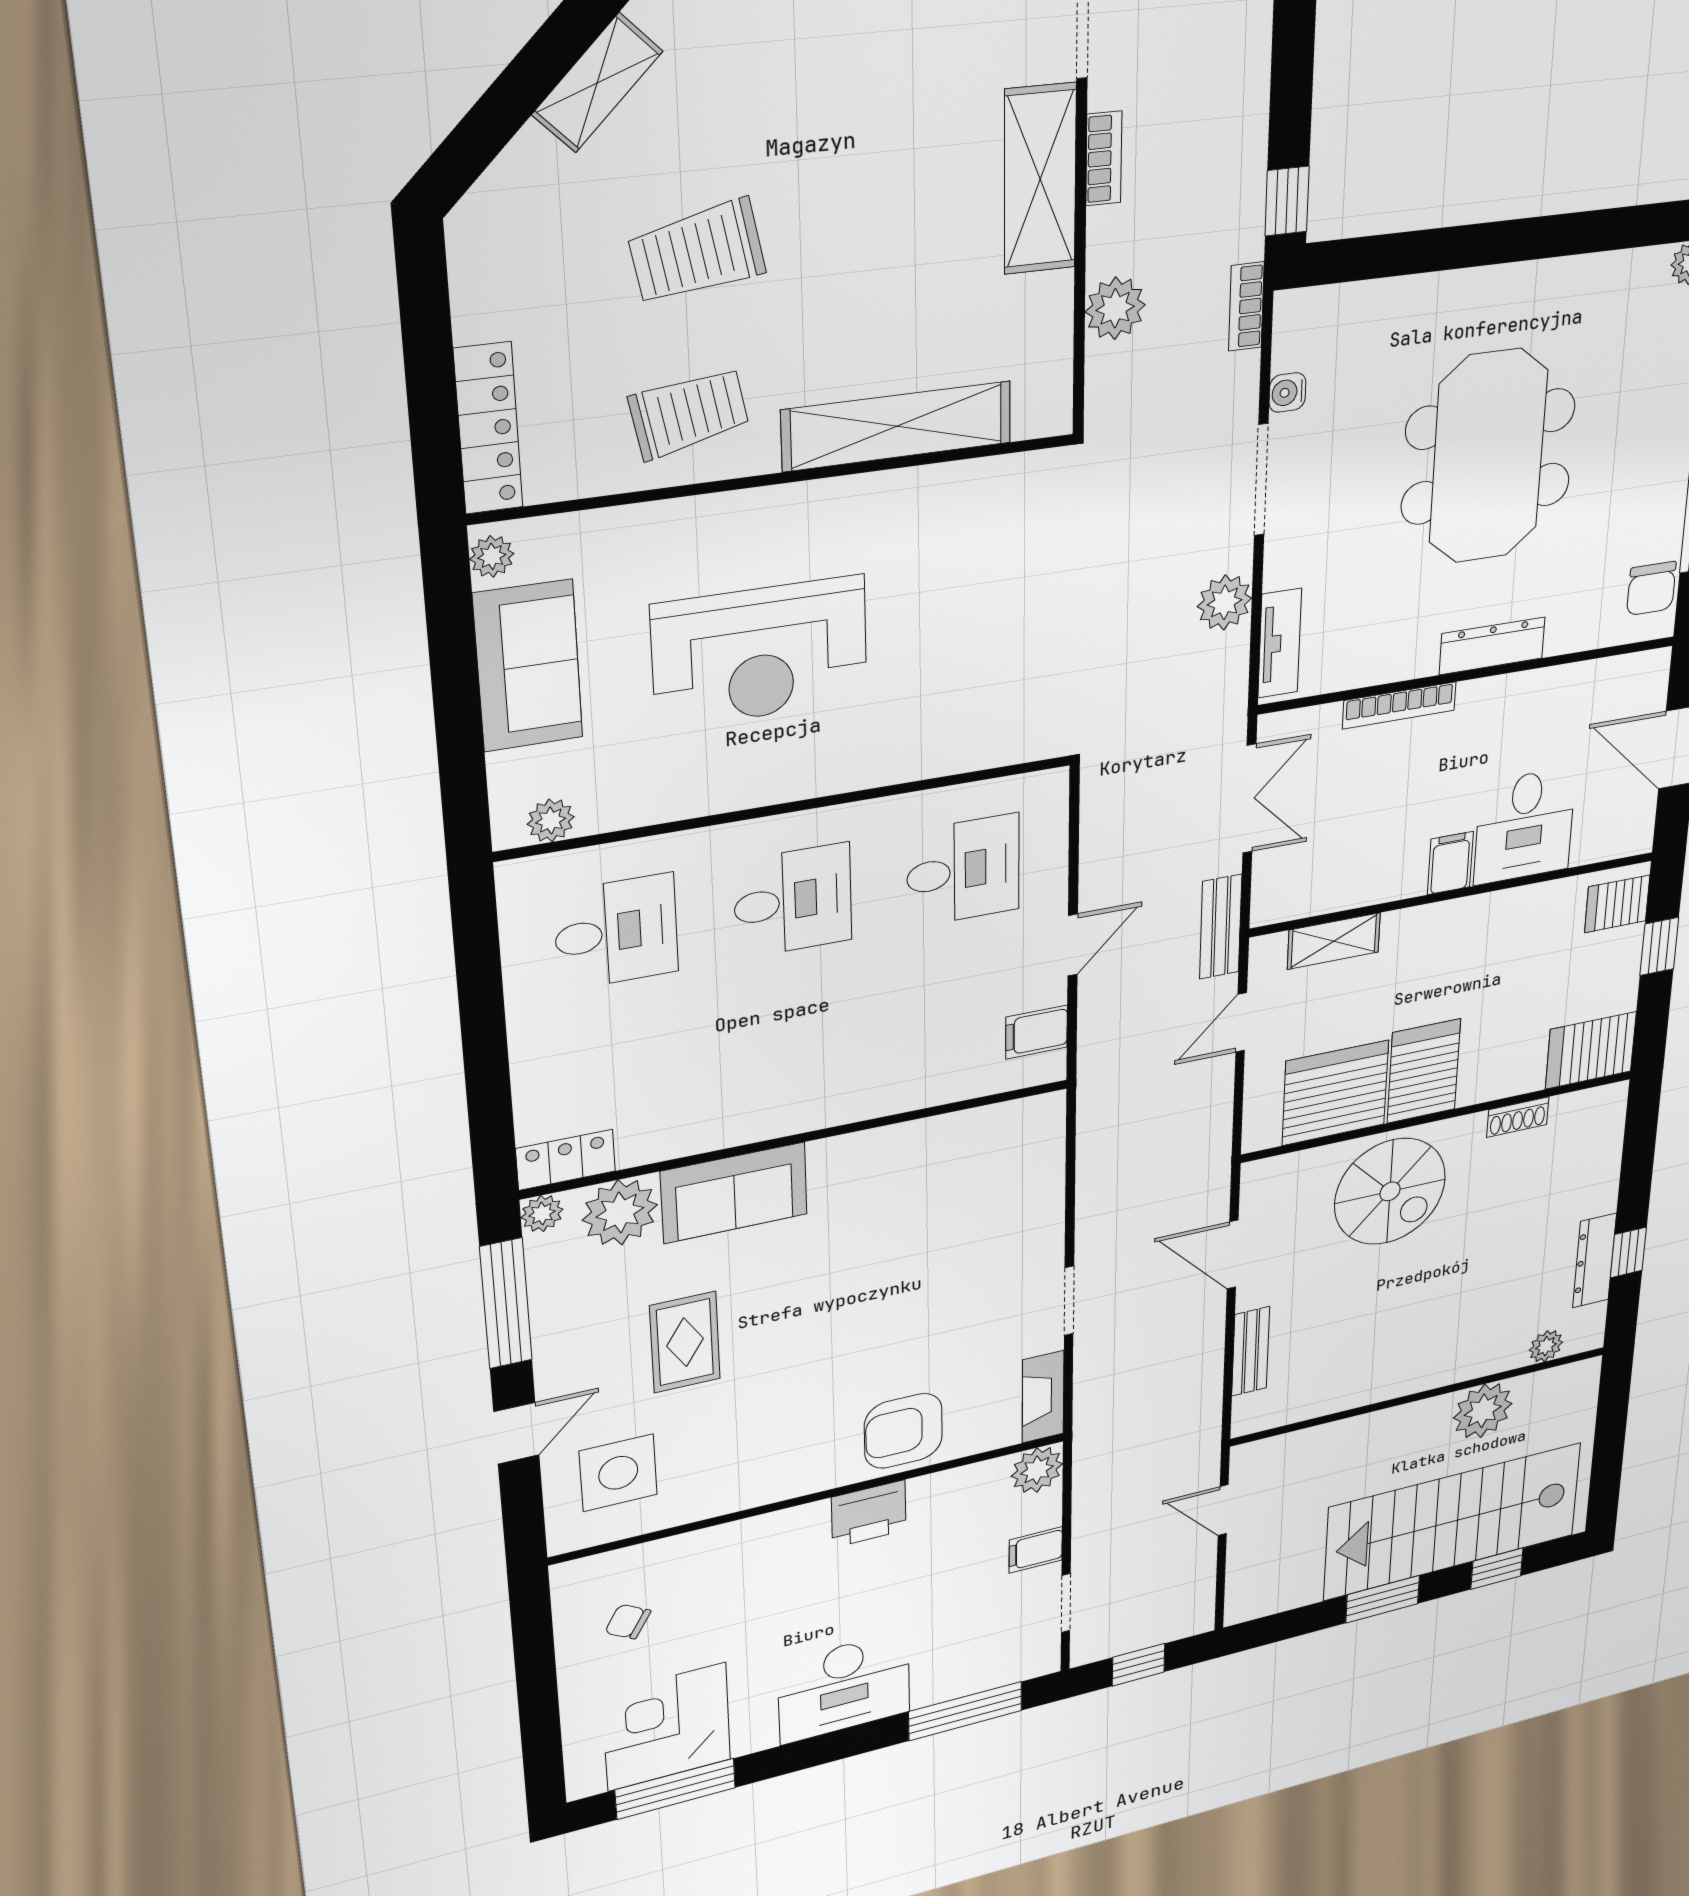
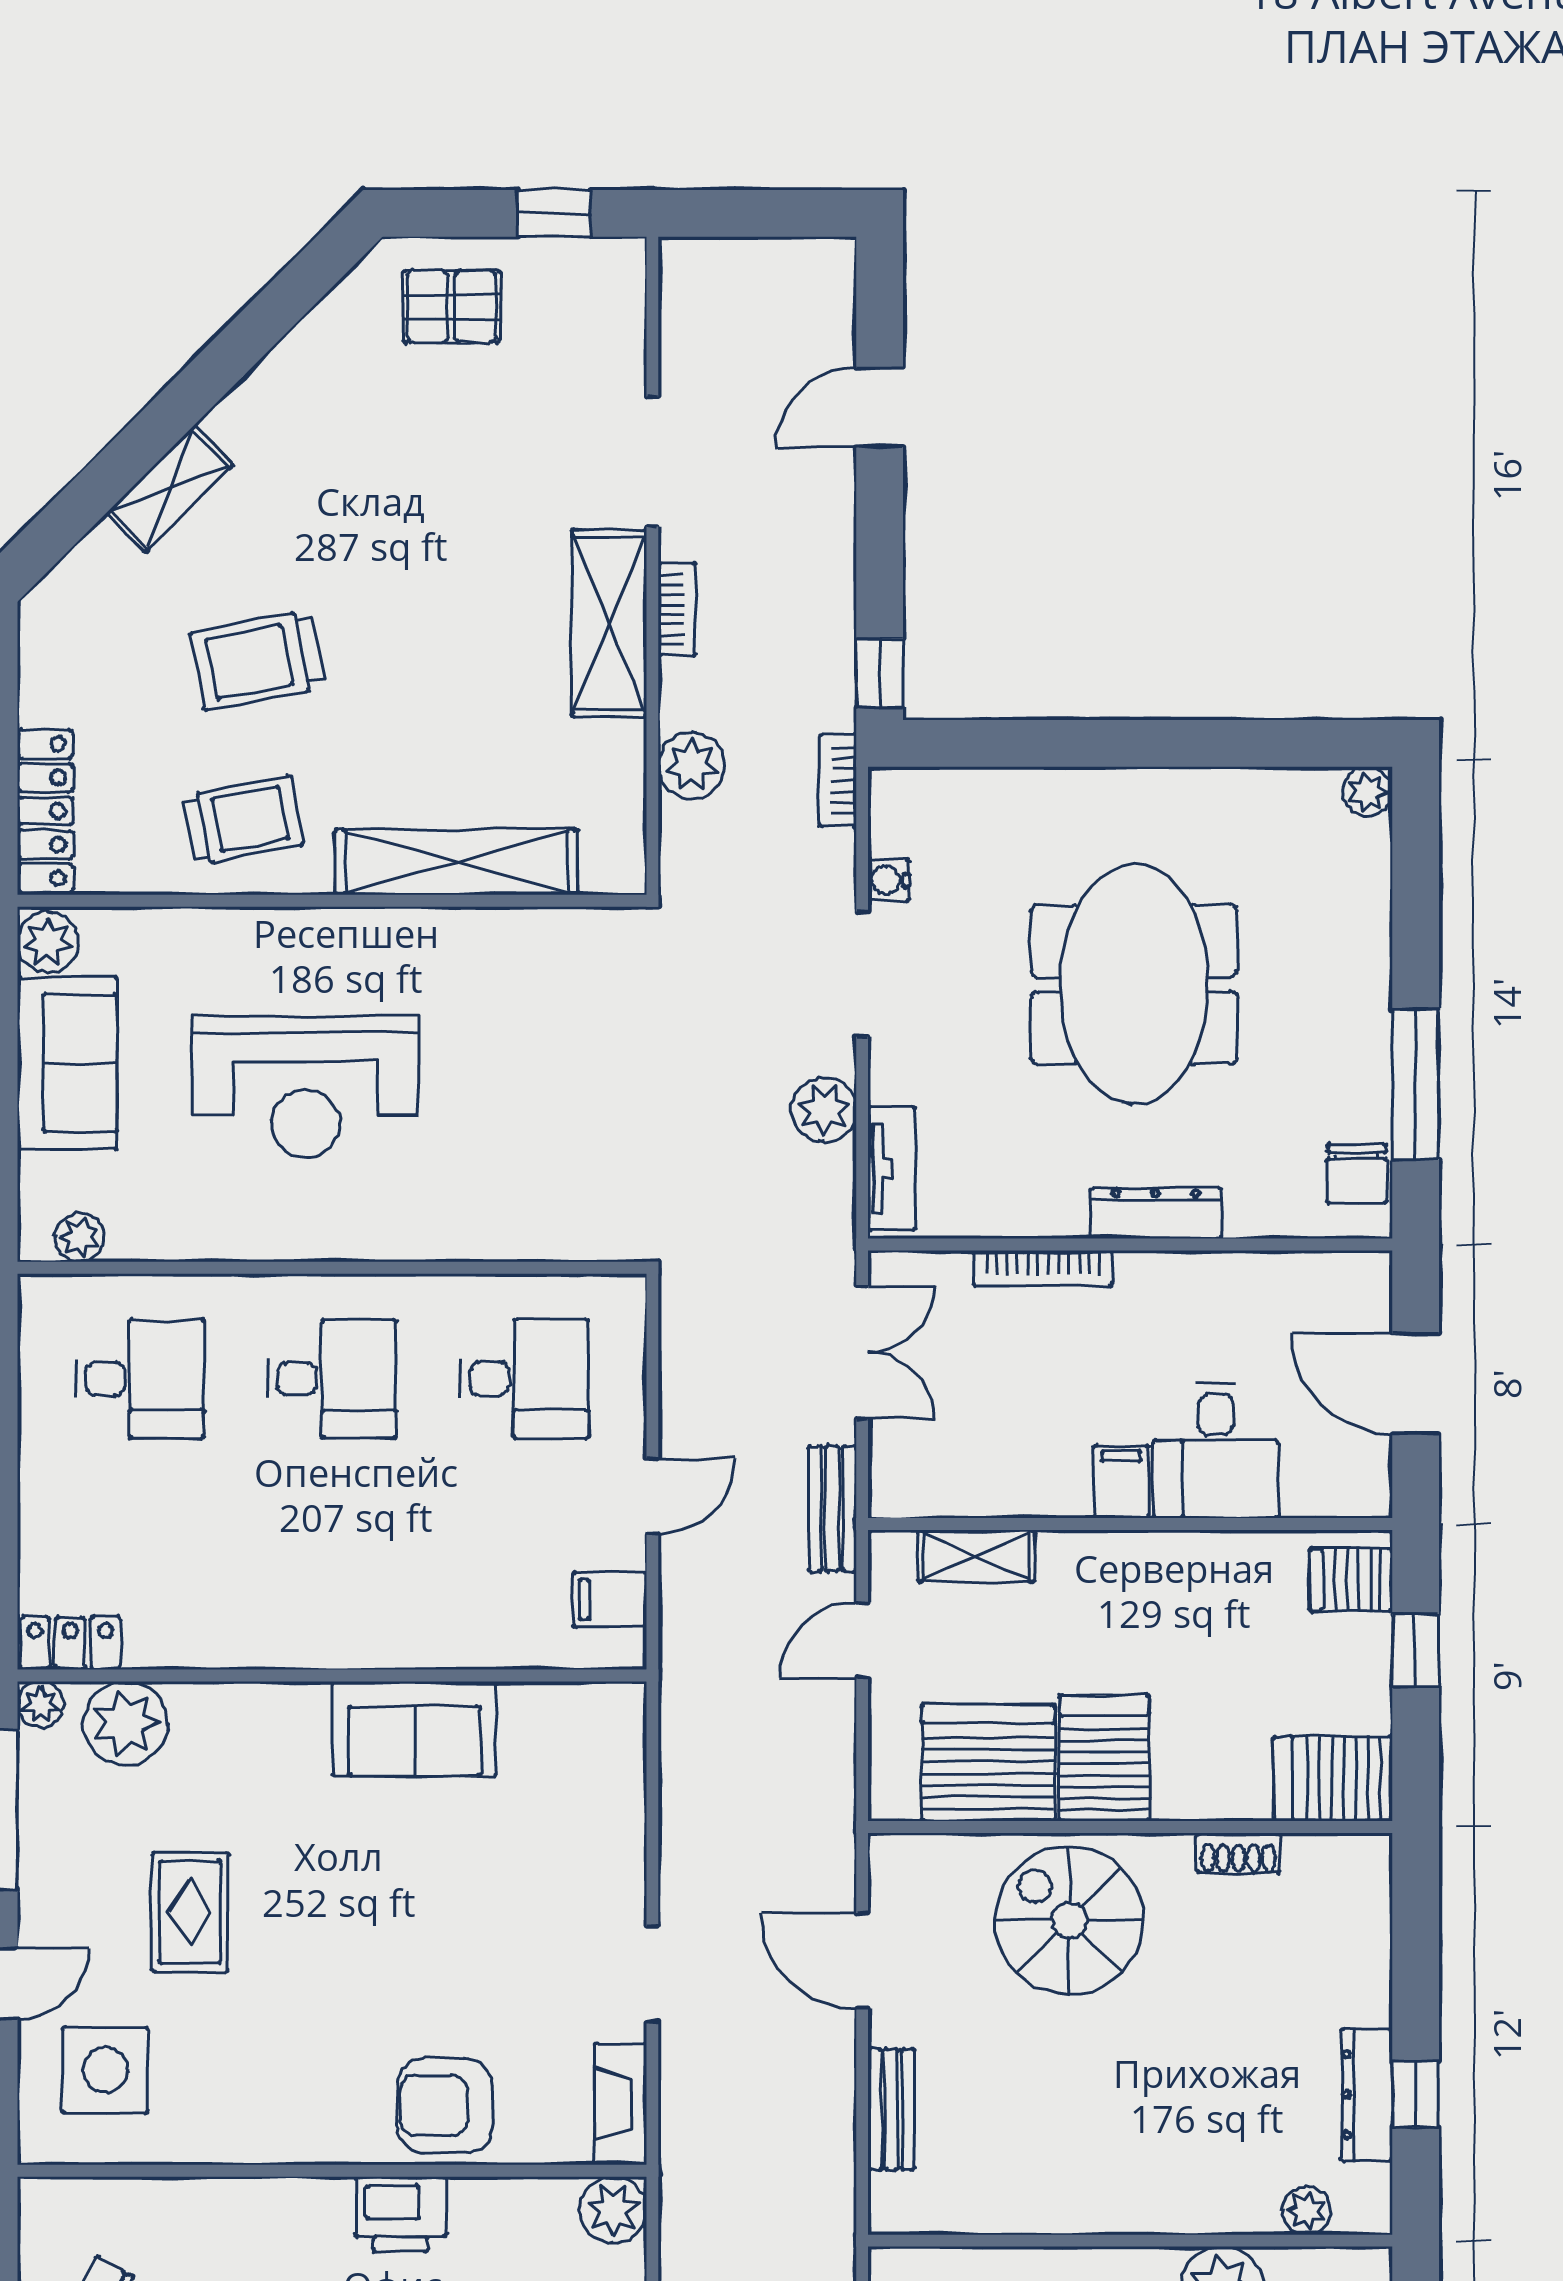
plant: (492, 556) -> (48, 942), width x1.38, depth x1.38
spiral stairs: (1390, 1191) -> (1069, 1920), turned 180
sofa: (734, 1193) -> (414, 1729), moved

